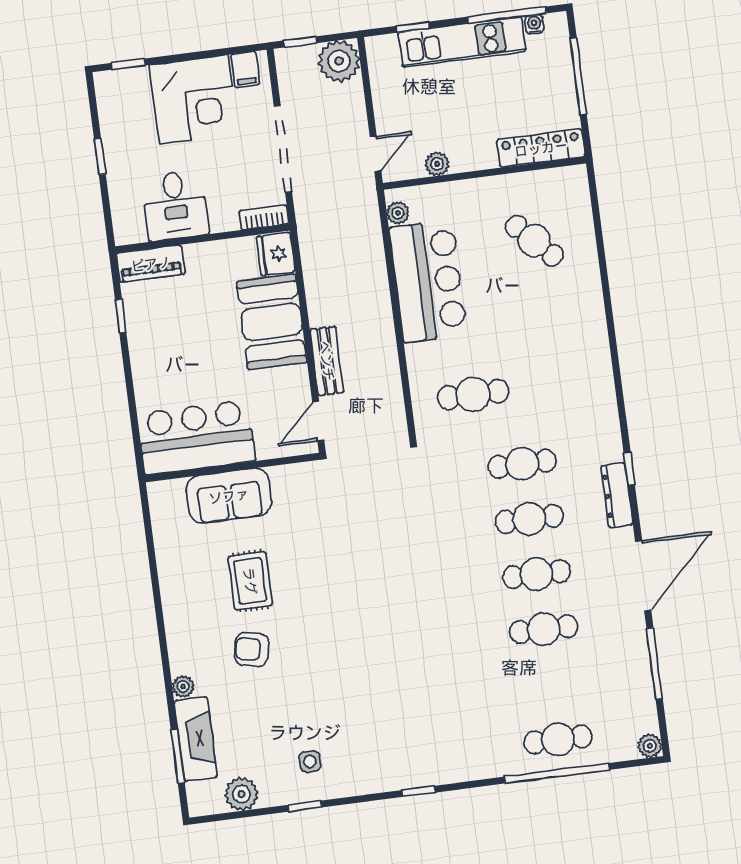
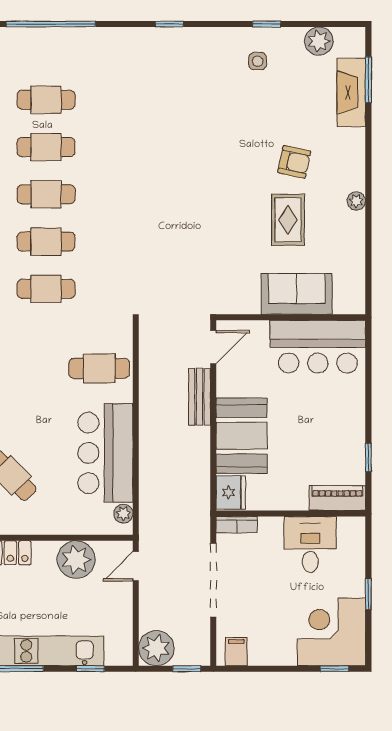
corner desk: (194, 99) -> (332, 632), moved
plant: (437, 164) -> (76, 560), width x1.88, depth x1.88
cafe table: (473, 394) -> (99, 368), moved
plant: (183, 687) -> (356, 201), moved
cafe table: (558, 739) -> (46, 100), moved

